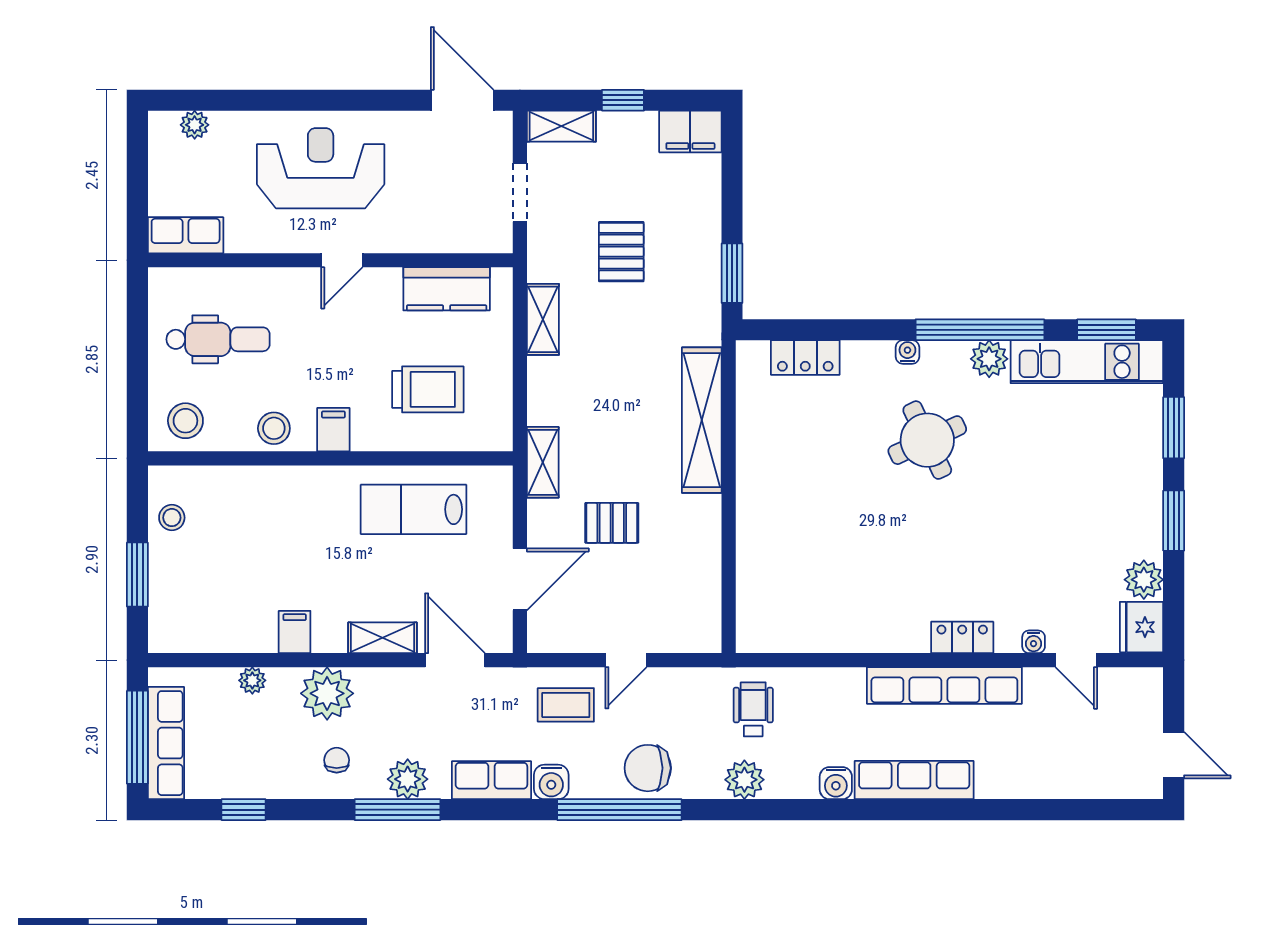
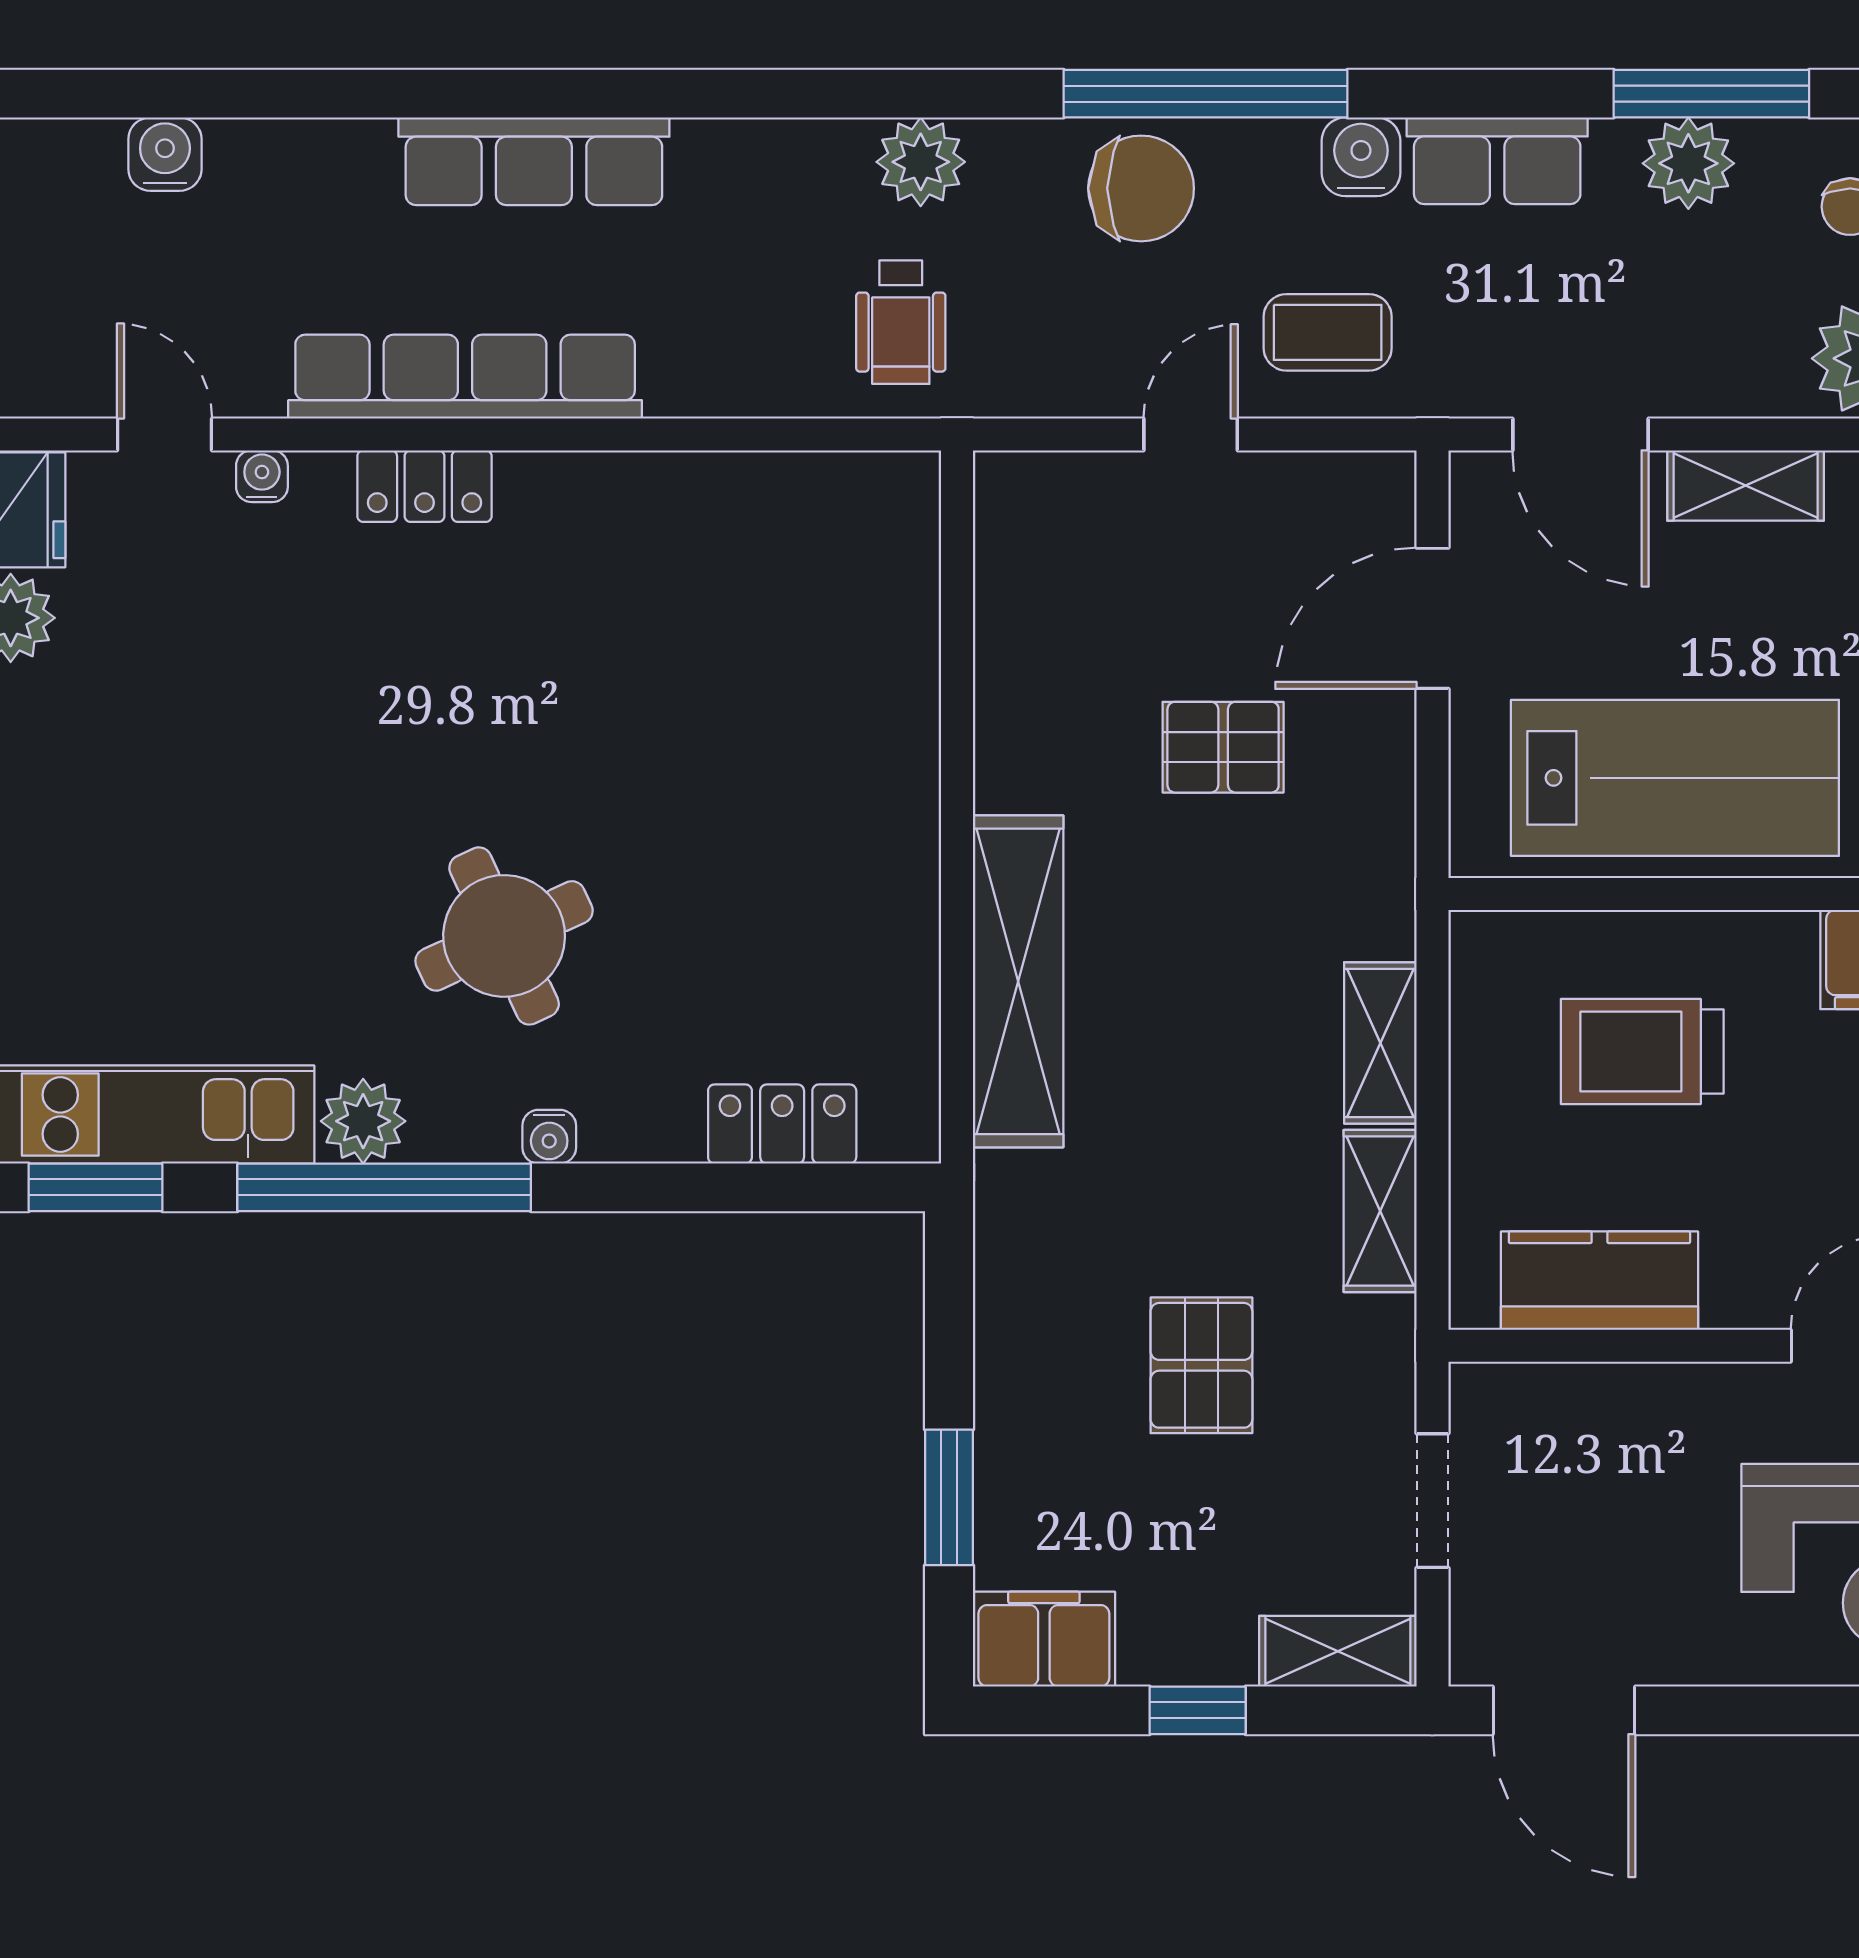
window: (732, 273) -> (949, 1497), moved
shelving: (543, 462) -> (1380, 1043), moved
lab bench: (413, 509) -> (1675, 778), width x1.36, depth x1.39
water cooler: (836, 783) -> (165, 154), moved

